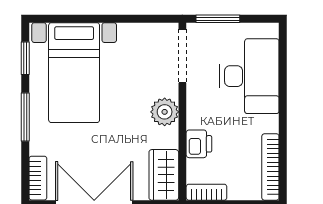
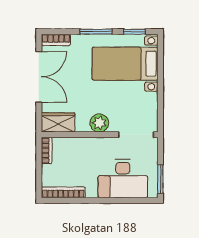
window: (218, 19) -> (160, 179), moved
printer: (199, 144) -> (78, 145), removed

